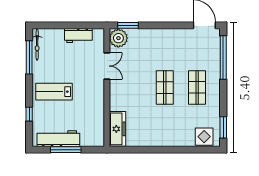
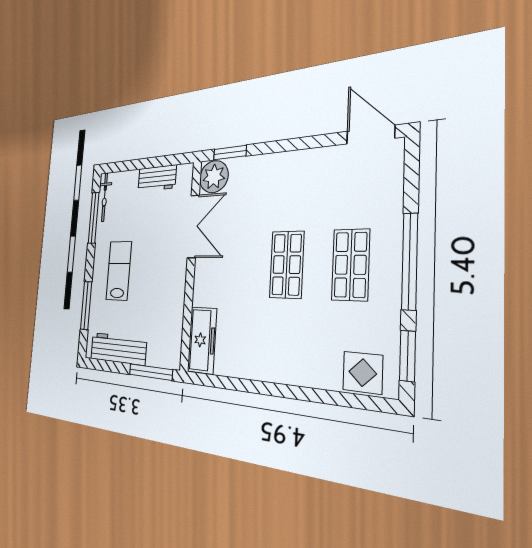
window: (223, 57) -> (410, 261), moved
double door: (107, 66) -> (193, 226), width x1.37
lab bench: (54, 92) -> (119, 271), turned 90
window: (29, 114) -> (86, 305), width x2.17
window: (66, 150) -> (151, 372), moved

